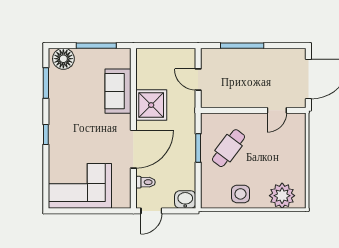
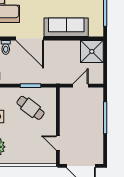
sofa: (118, 91) -> (66, 27), width x1.36
shower: (151, 105) -> (92, 51), moved

